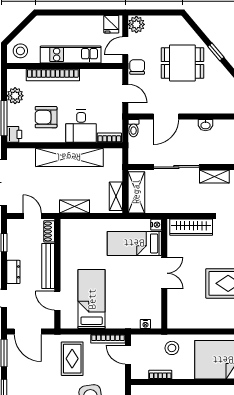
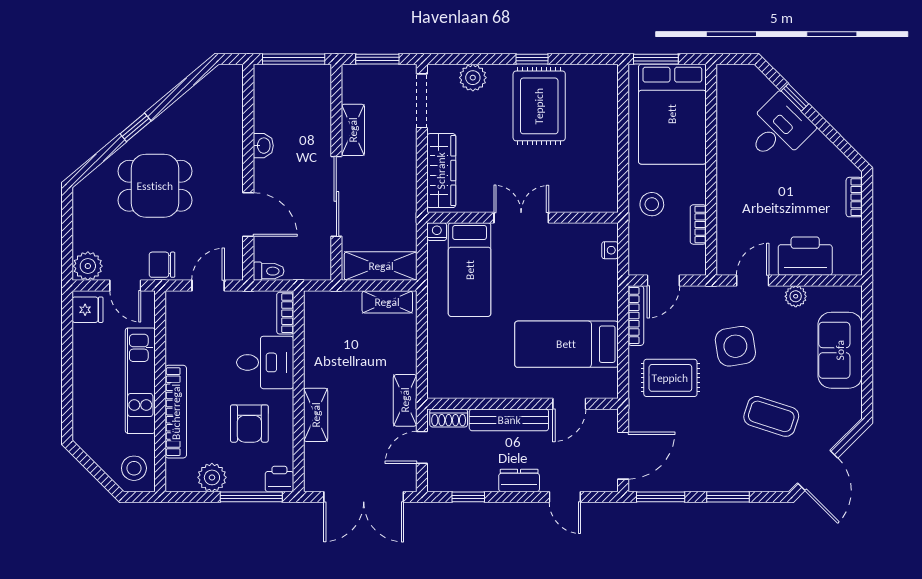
dining table: (182, 63) -> (155, 186), turned 90
shelving: (69, 157) -> (316, 415), width x0.45, depth x0.75
shelving: (75, 207) -> (405, 400), moved

